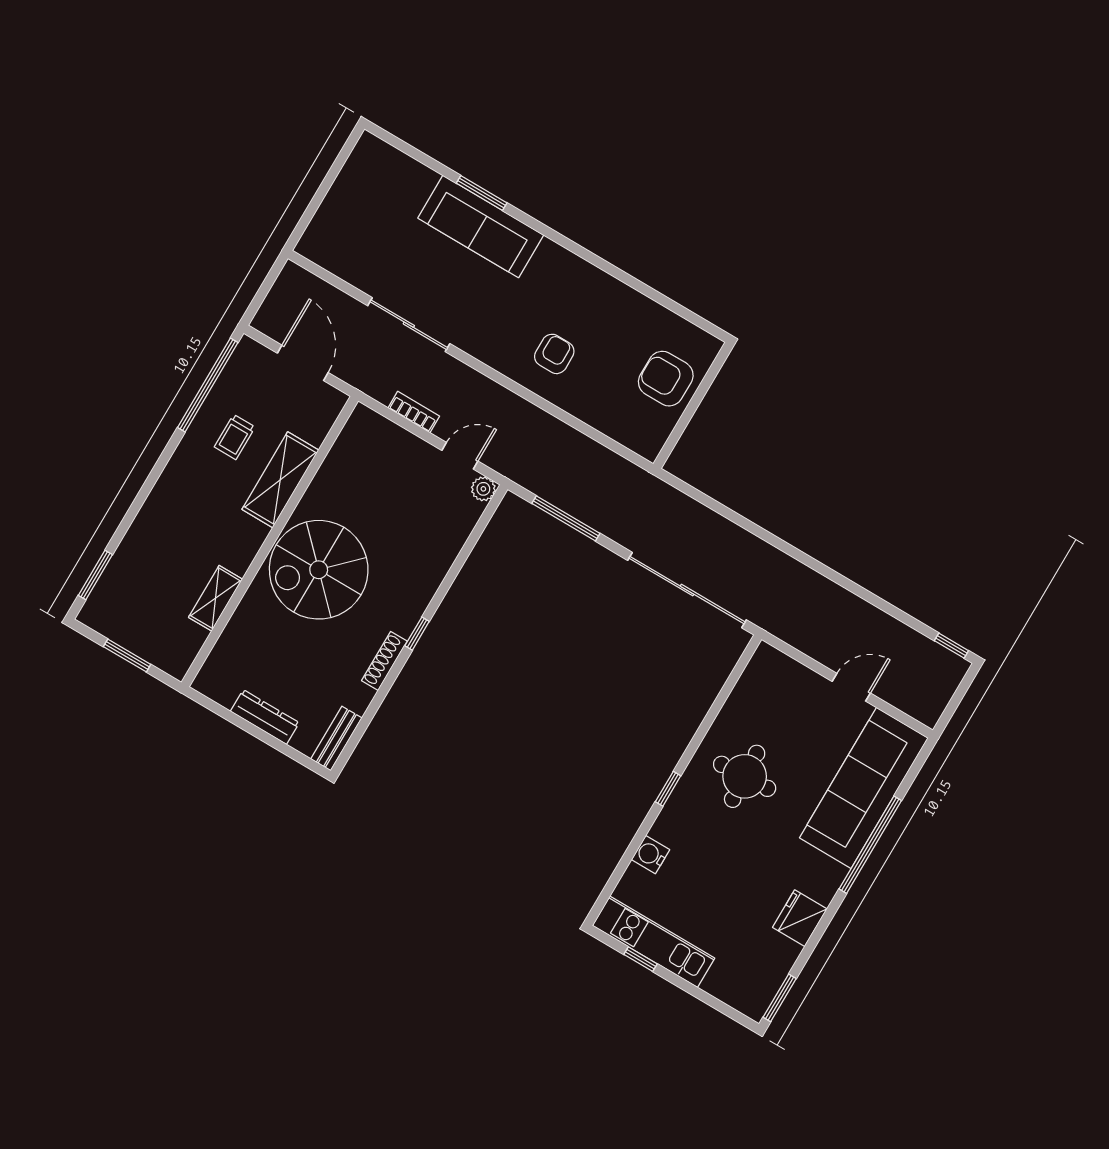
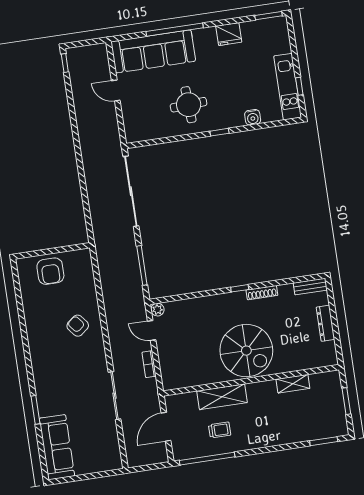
sofa: (481, 226) -> (57, 447), moved
armchair: (554, 354) -> (78, 326), turned 51

